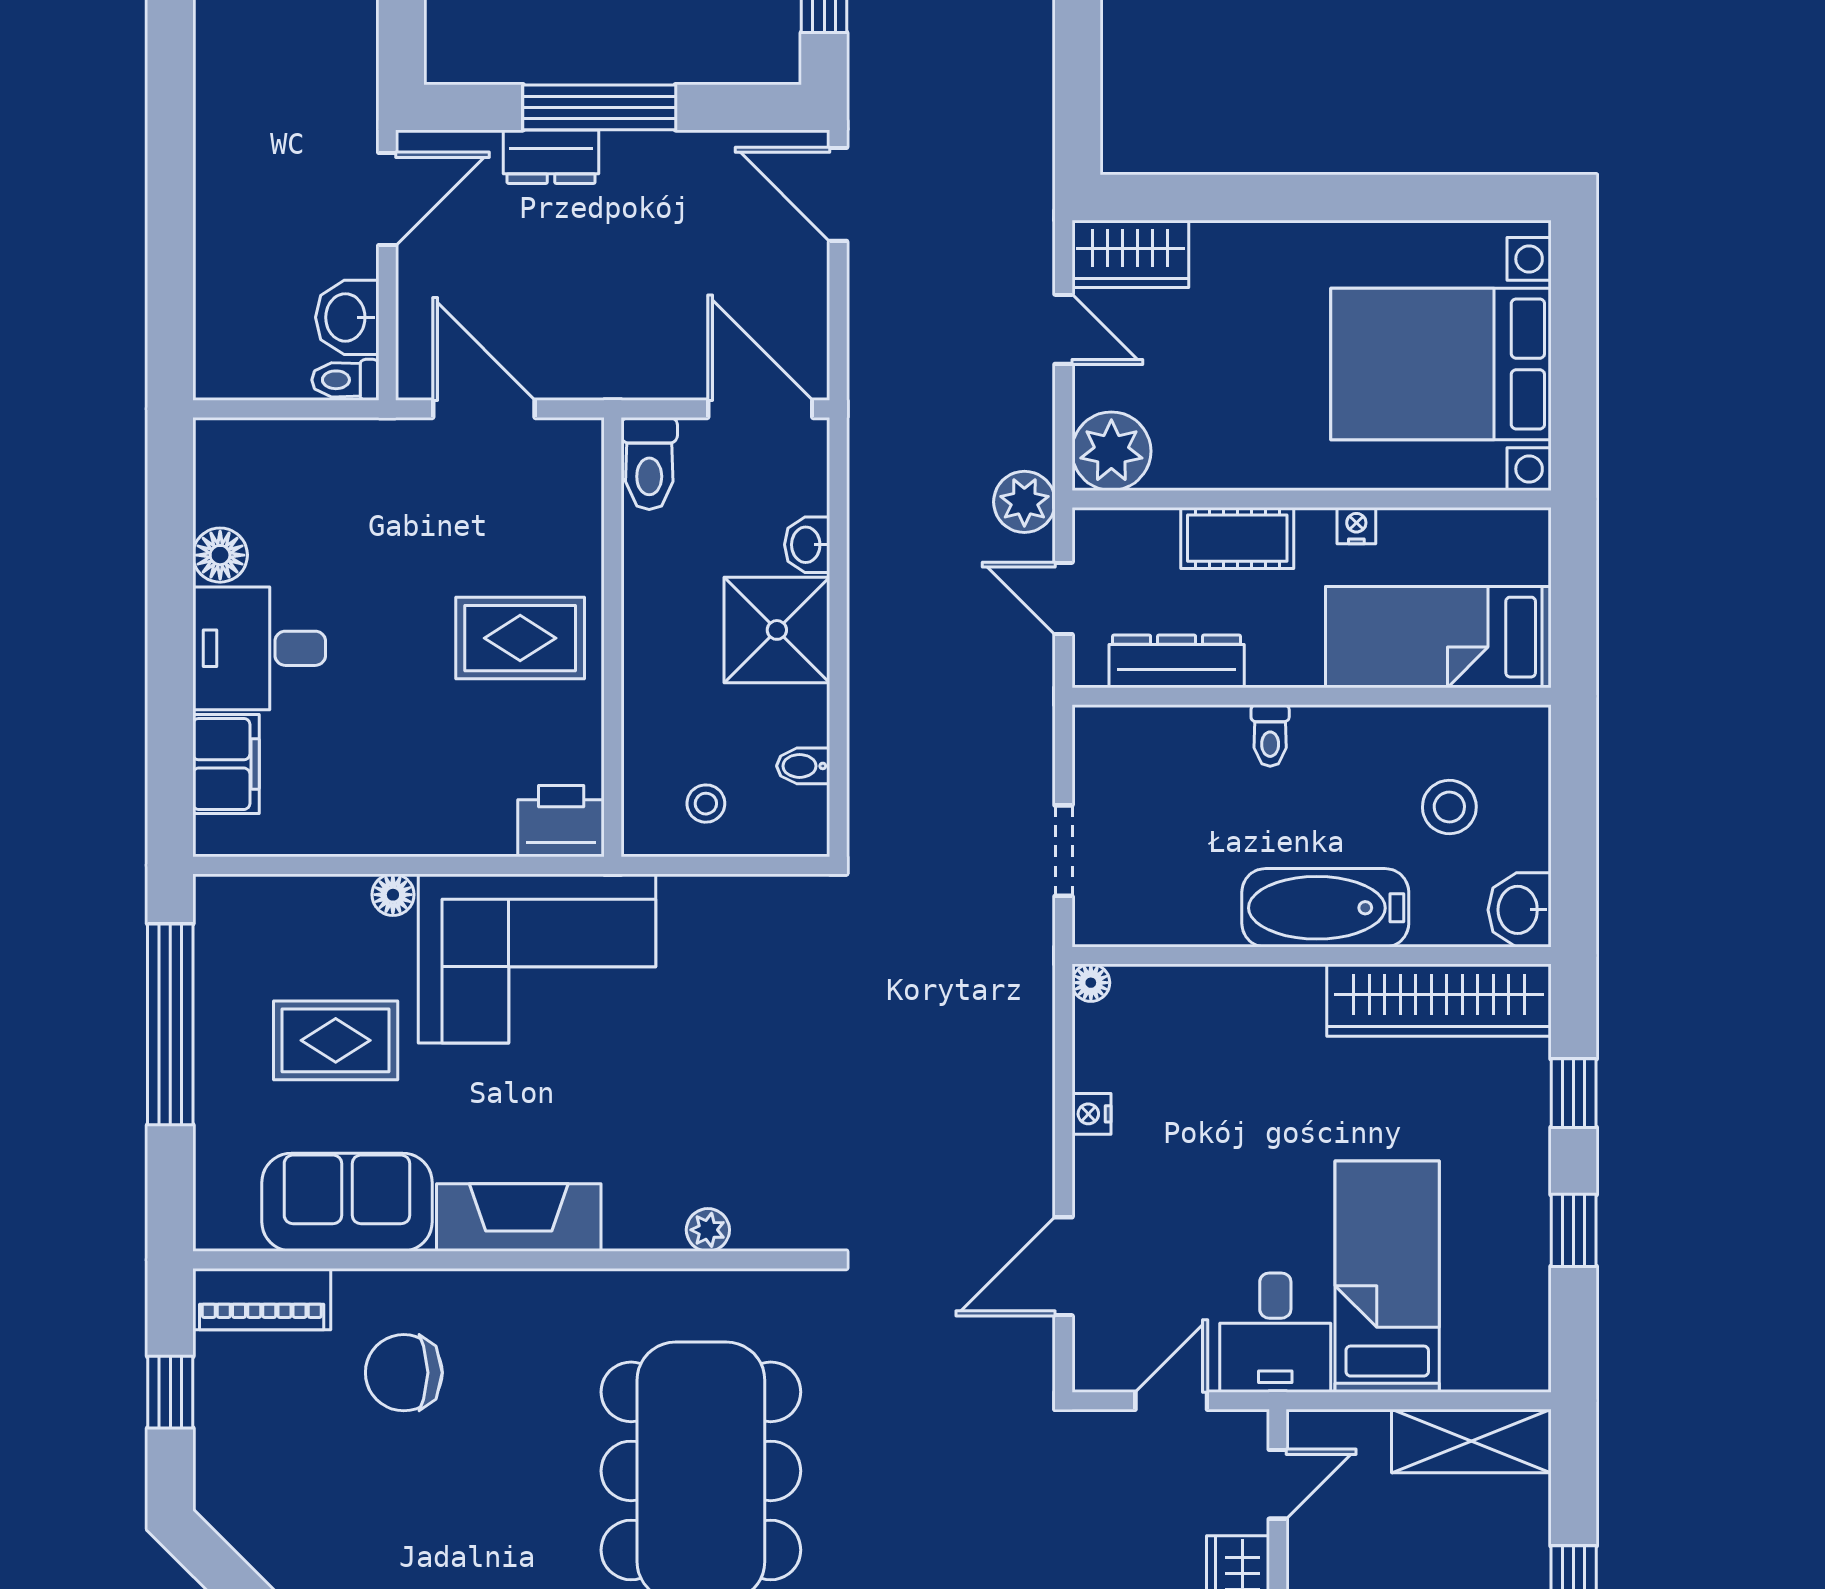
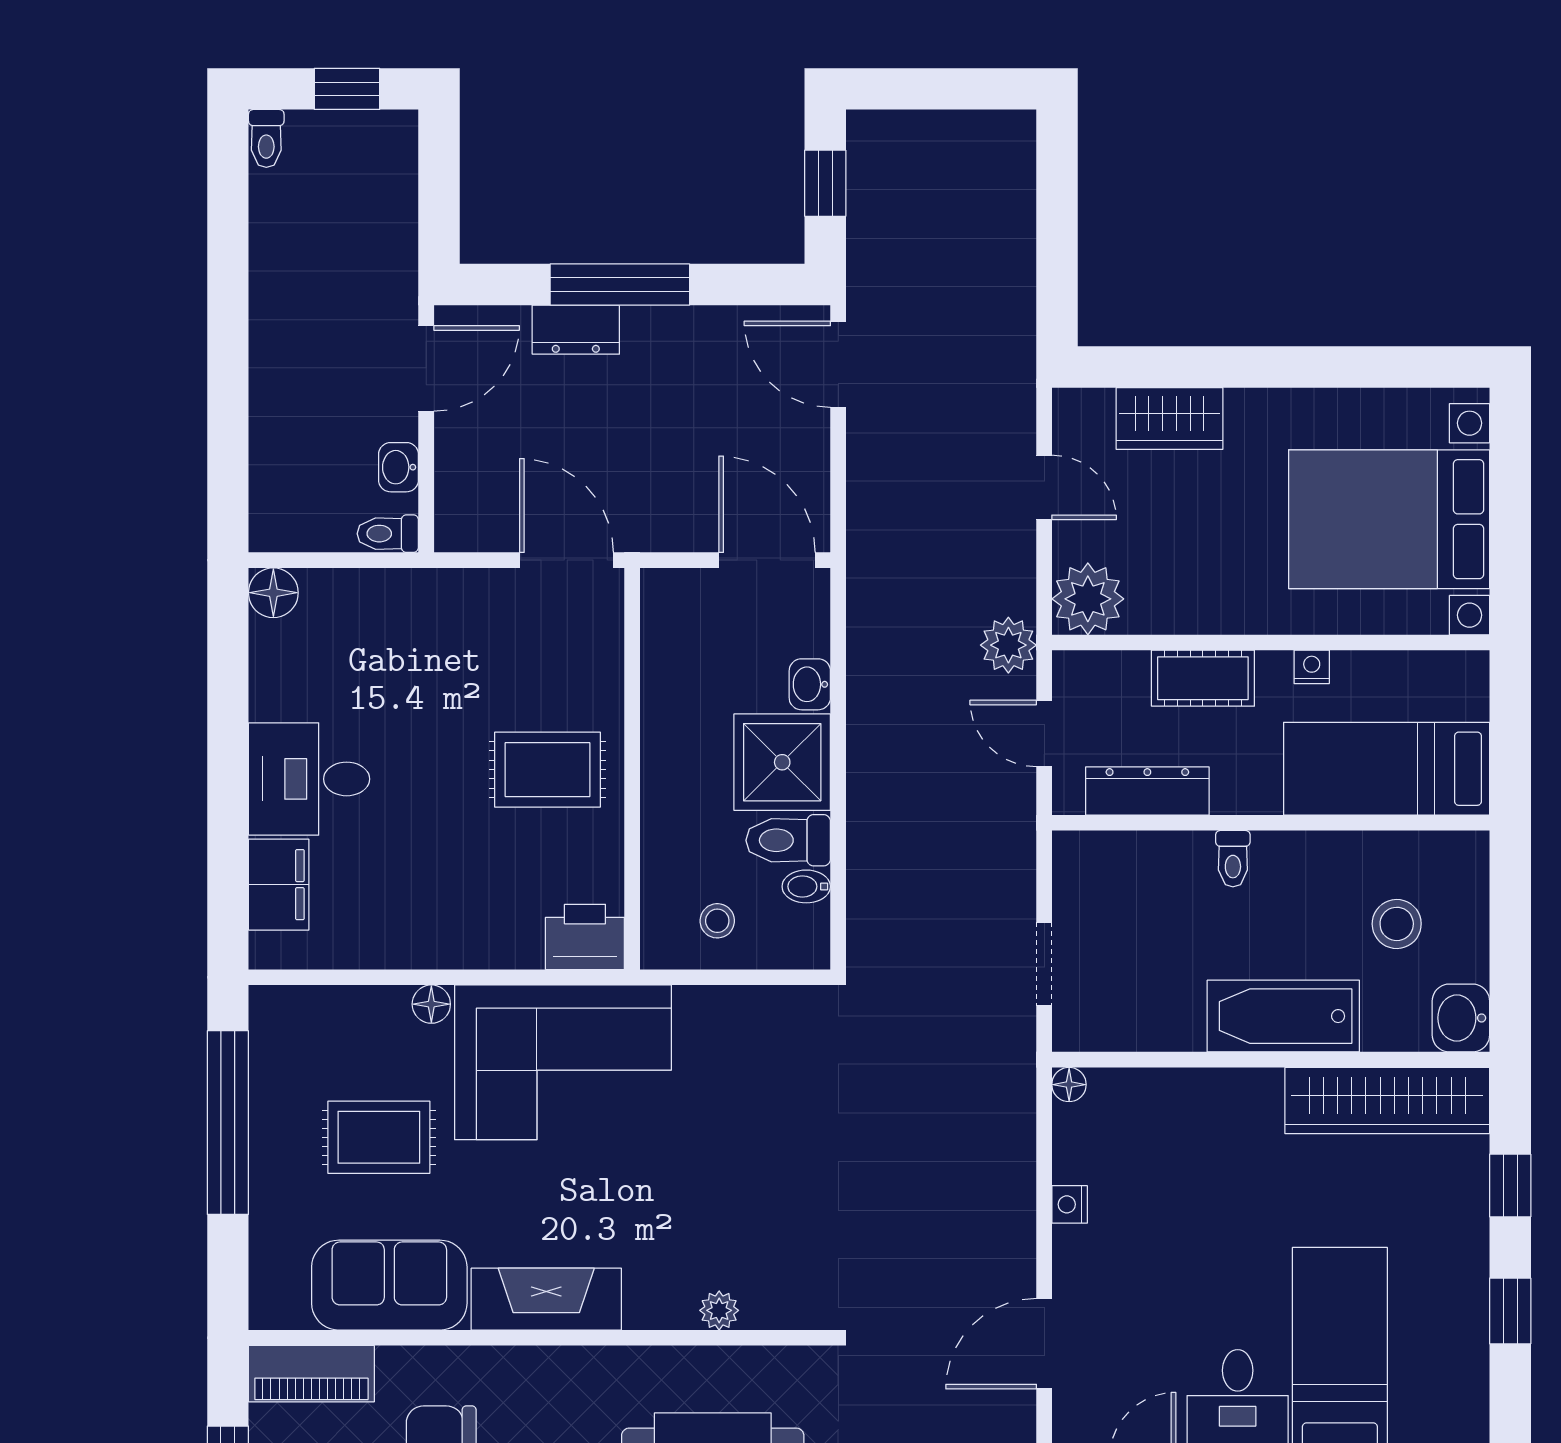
wardrobe: (1130, 254) -> (1170, 419), moved
washbasin: (347, 317) -> (398, 467), width x0.72, depth x0.69
door: (484, 409) -> (566, 560), moved
toilet: (649, 464) -> (788, 840), moved, turned 90
floor lamp: (220, 555) -> (273, 593), moved

